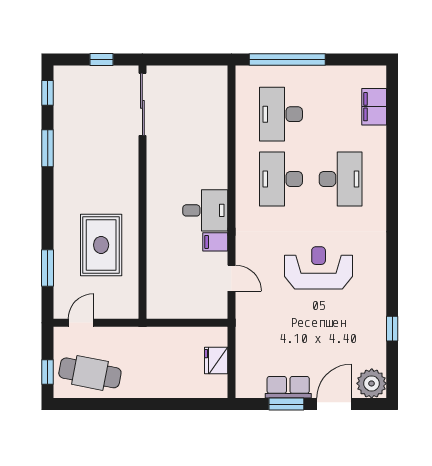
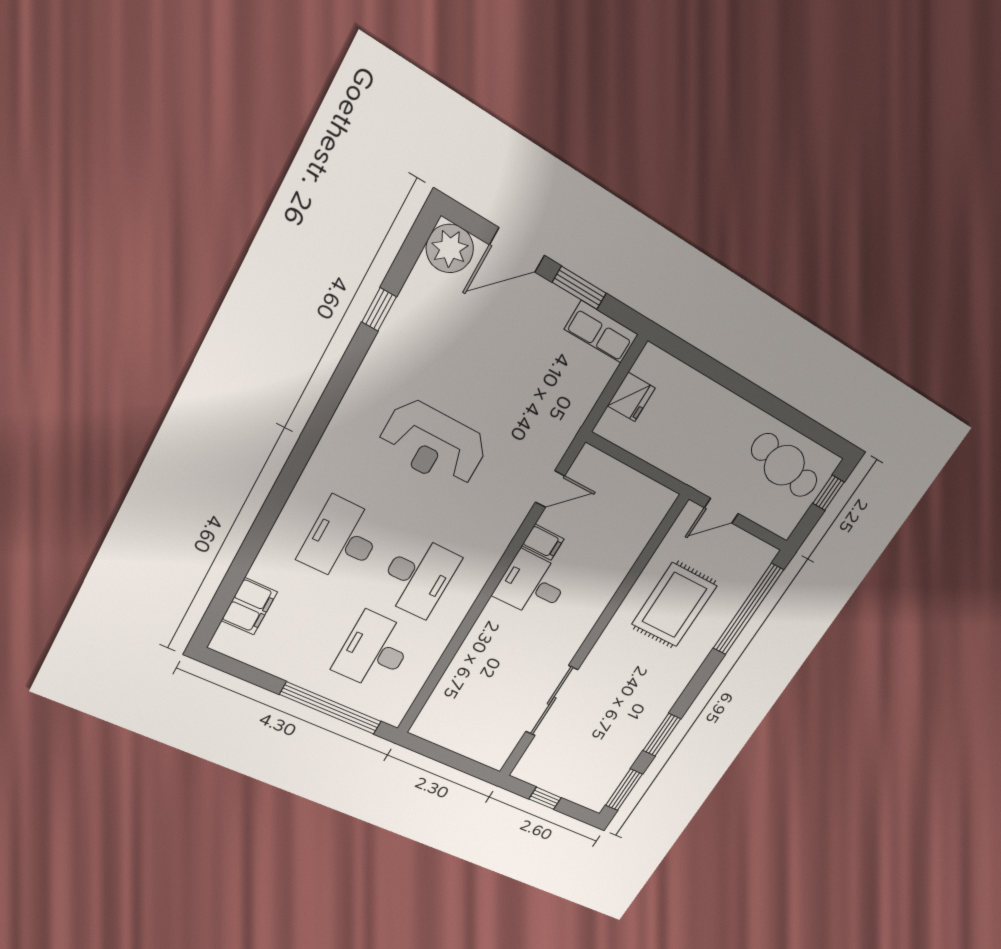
window: (48, 93) -> (624, 790), width x1.50
sliding door: (142, 104) -> (552, 701), moved
desk: (281, 114) -> (374, 651), turned 180
window: (48, 268) -> (748, 609), width x2.11
door: (231, 278) -> (550, 489), swing flipped
door: (81, 323) -> (721, 511), moved
row of seats: (288, 387) -> (601, 332), moved

